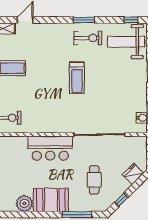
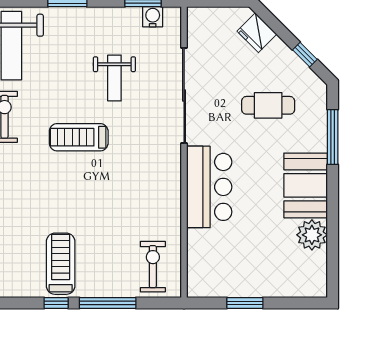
treadmill: (77, 78) -> (79, 137), turned 180
weight bench: (109, 97) -> (114, 78), added

